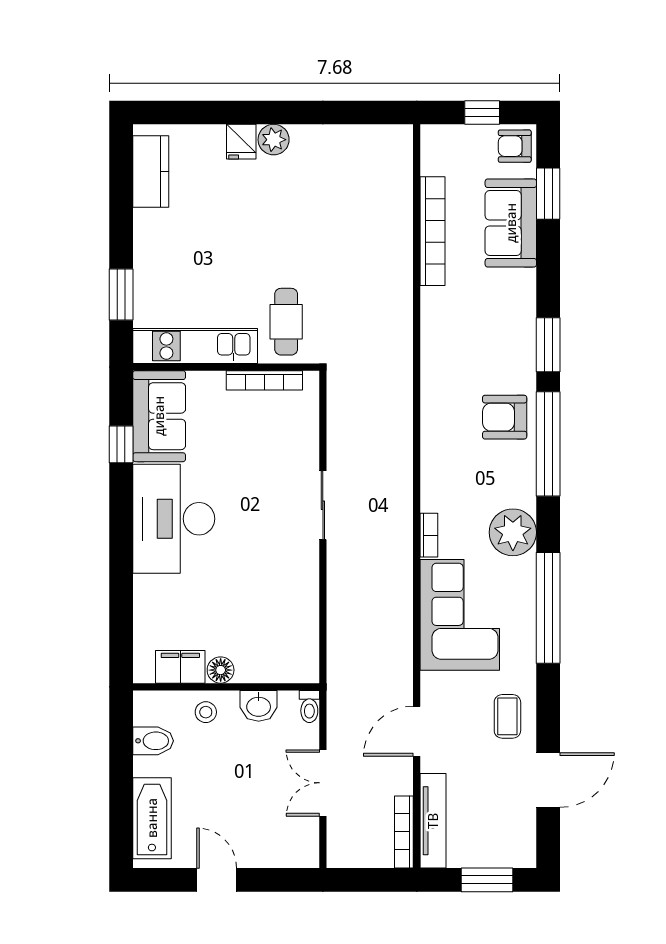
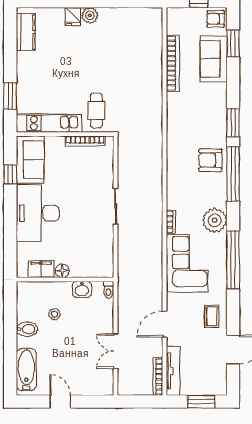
filing cabinet: (180, 667) -> (41, 269), moved
floor lamp: (221, 670) -> (62, 271), moved
wall: (226, 687) -> (65, 279), moved
washbasin: (259, 706) -> (82, 289), moved
toilet: (309, 707) -> (108, 290), moved

